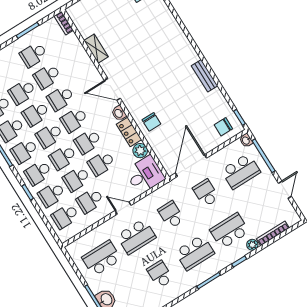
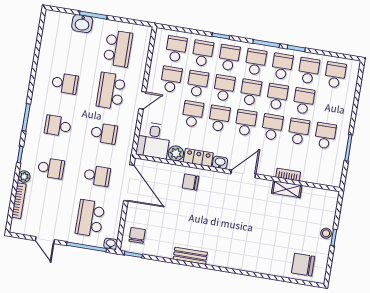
bookcase: (64, 23) -> (288, 175), moved
school desk: (230, 231) -> (51, 168), width x0.54
school desk: (195, 253) -> (58, 126), width x0.54

